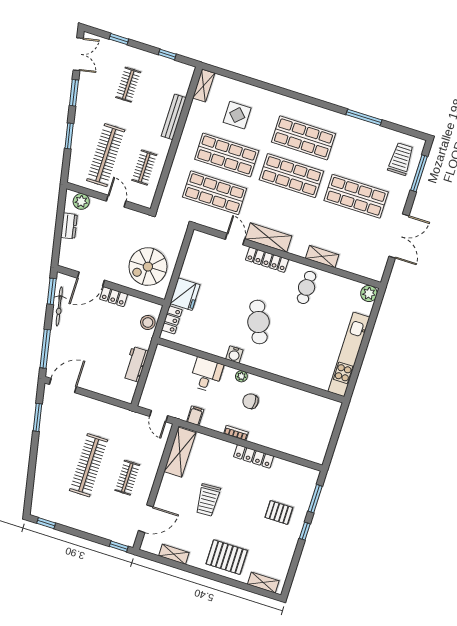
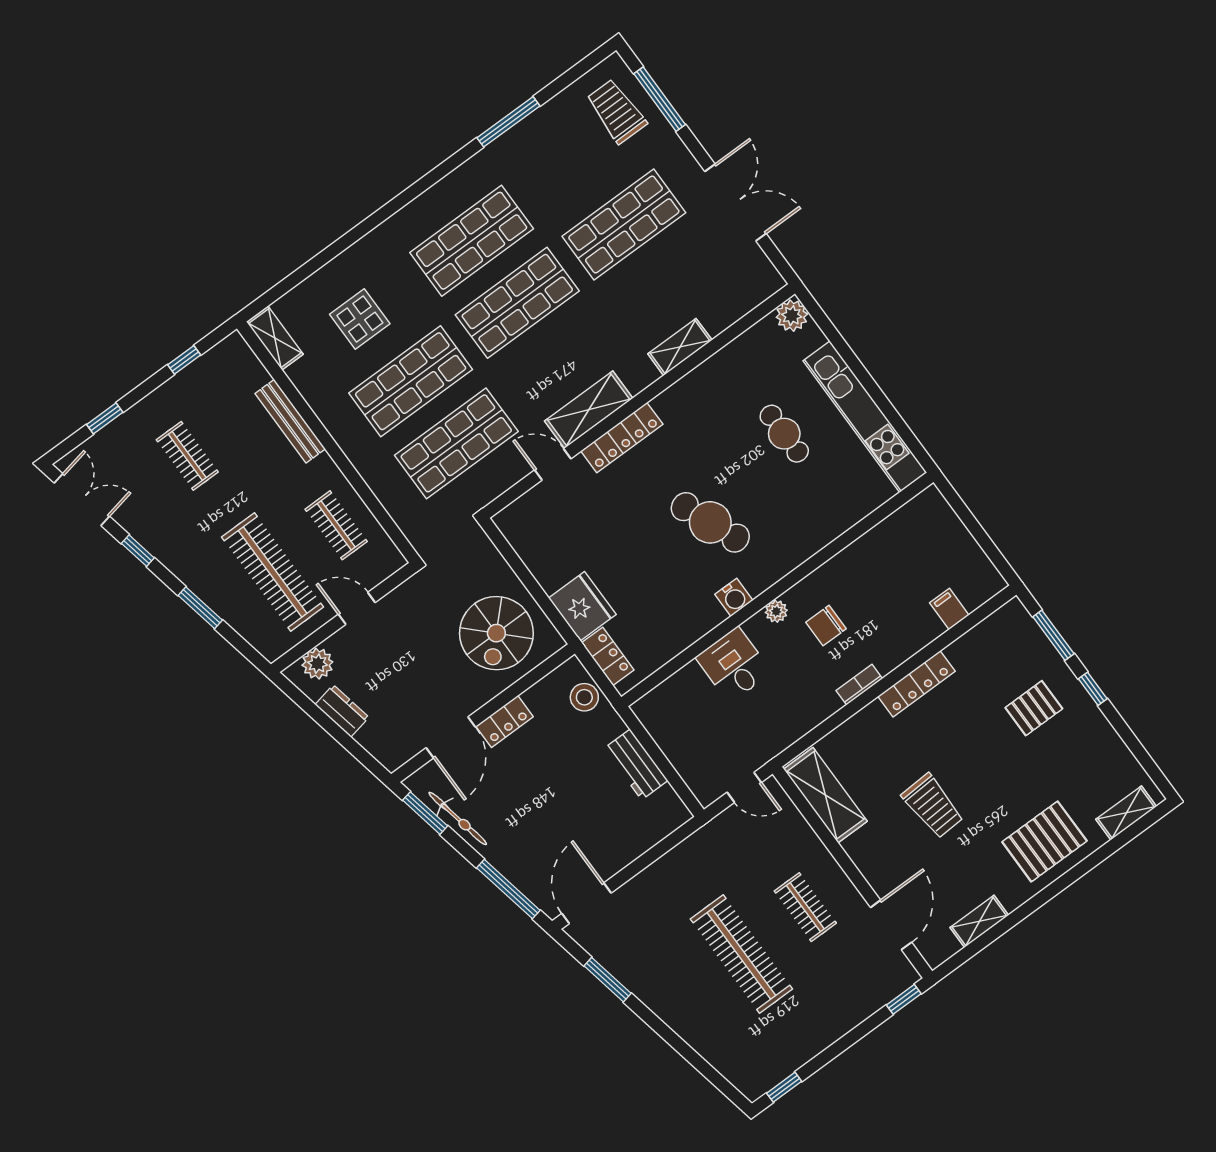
window: (74, 93) -> (138, 551), width x0.67
cafe table: (307, 287) -> (784, 434), moved
filing cabinet: (195, 416) -> (949, 609), moved

